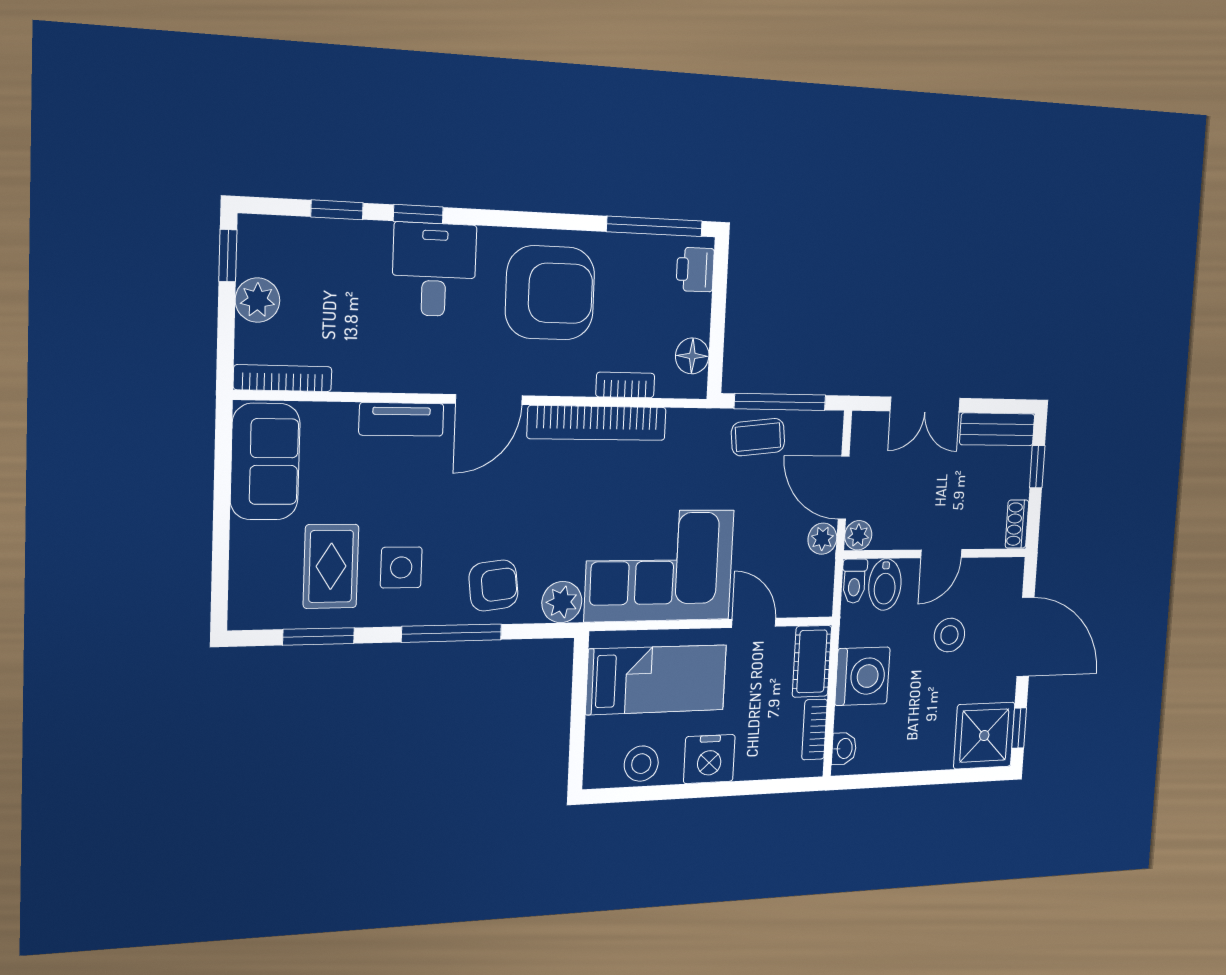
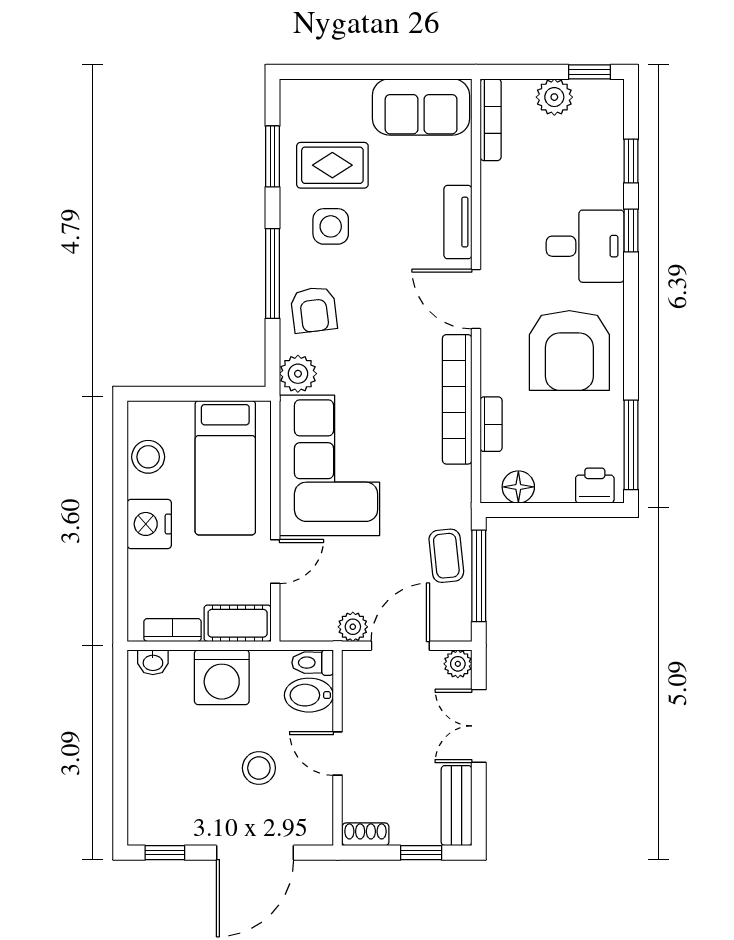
plant: (858, 535) -> (458, 664), moved
shower: (984, 736) -> (159, 814), removed

